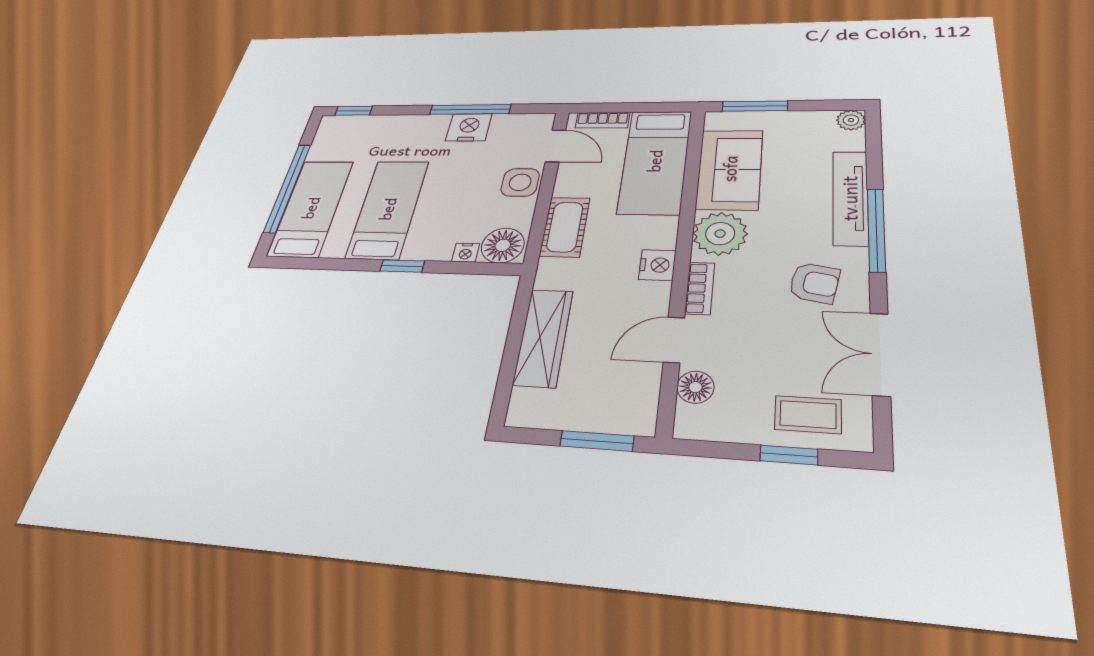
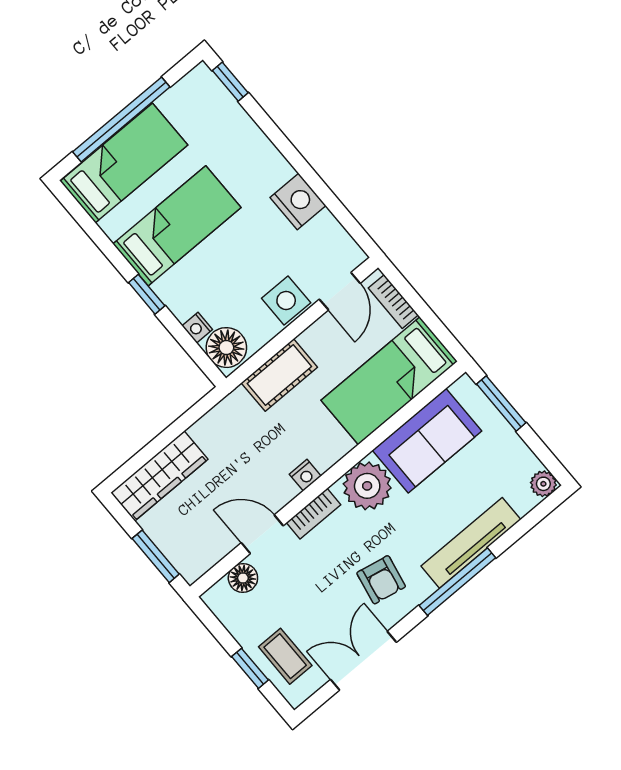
window: (470, 109) -> (315, 182), removed
nightstand: (657, 265) -> (305, 475), width x0.72, depth x0.74
wardrobe: (543, 337) -> (159, 476), moved

